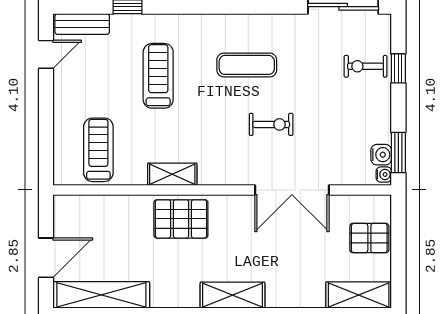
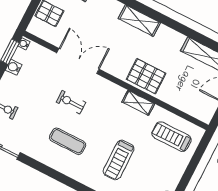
treadmill: (98, 150) -> (172, 137), turned 90
water cooler: (381, 155) -> (14, 67), moved

